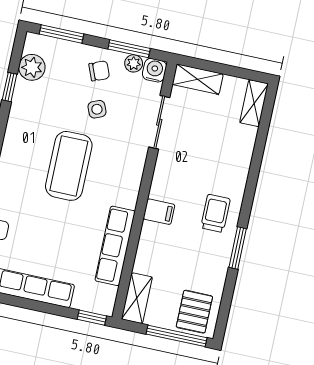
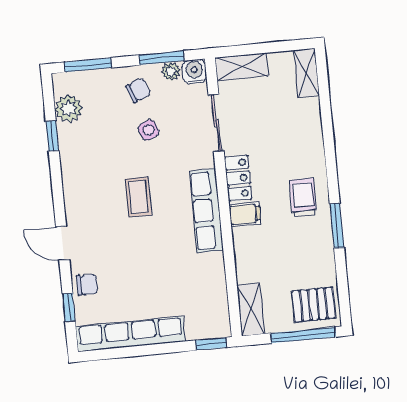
coffee table: (69, 166) -> (138, 197), width x0.54, depth x0.58
locker: (163, 178) -> (238, 178), added
row of seats: (115, 246) -> (206, 211), moved
pallet: (194, 312) -> (314, 305), turned 90

